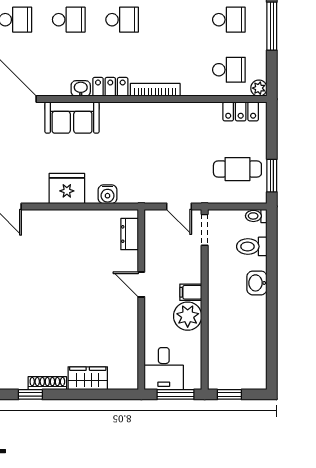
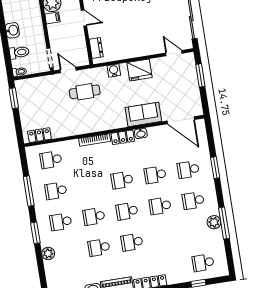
plant: (259, 88) -> (30, 151), removed
cafe table: (237, 169) -> (85, 92), moved

